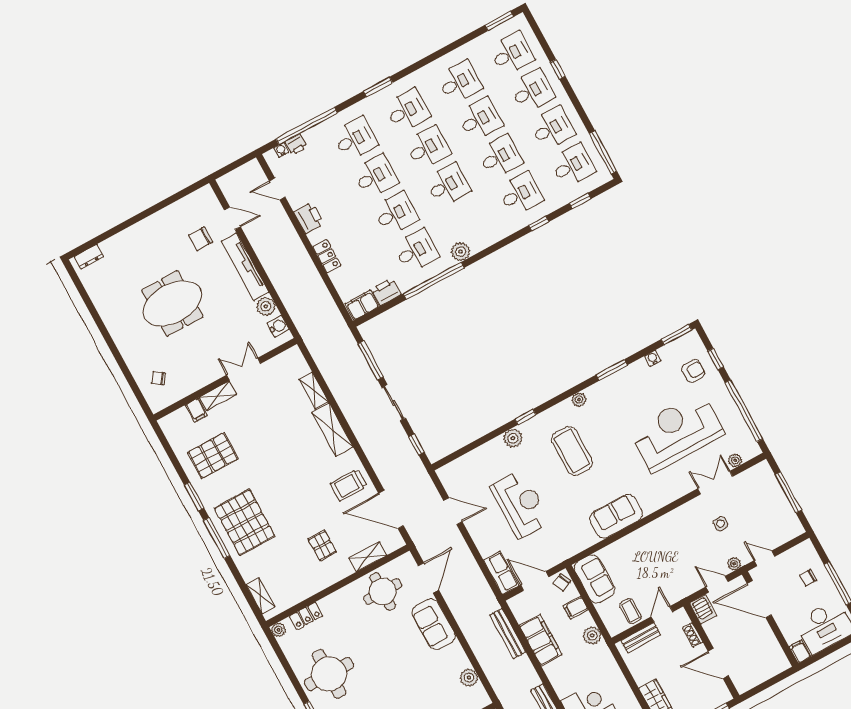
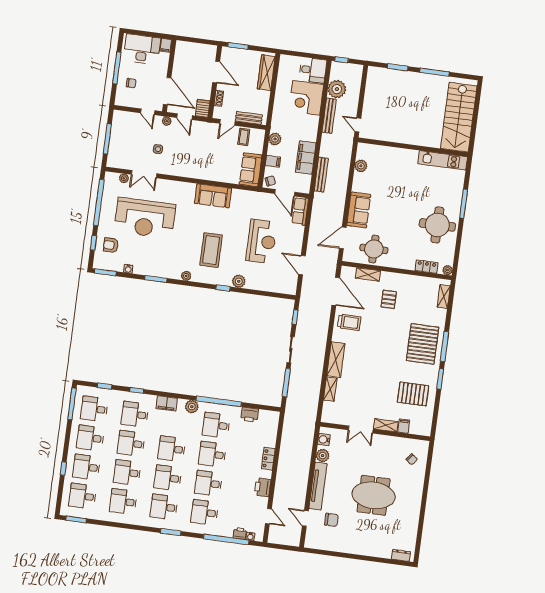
filing cabinet: (362, 305) -> (167, 403), moved
reception desk: (520, 504) -> (261, 241), turned 180

